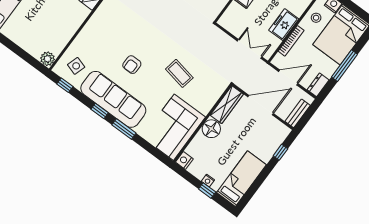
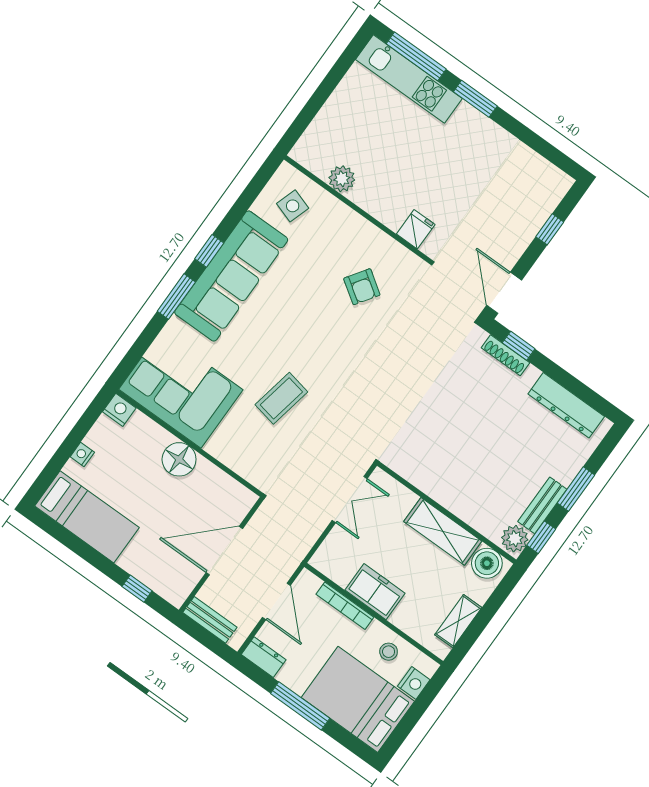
double door: (250, 49) -> (350, 500), moved
plant: (48, 59) -> (342, 179), moved
armchair: (132, 65) -> (362, 287), moved, turned -146
window: (65, 85) -> (256, 185), removed
wardrobe: (227, 105) -> (224, 488), removed
door: (261, 105) -> (224, 551), swing flipped
window: (207, 190) -> (64, 453), removed

